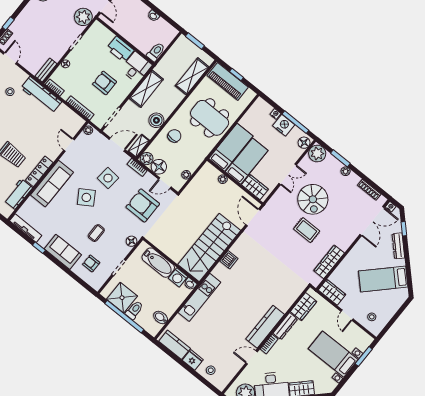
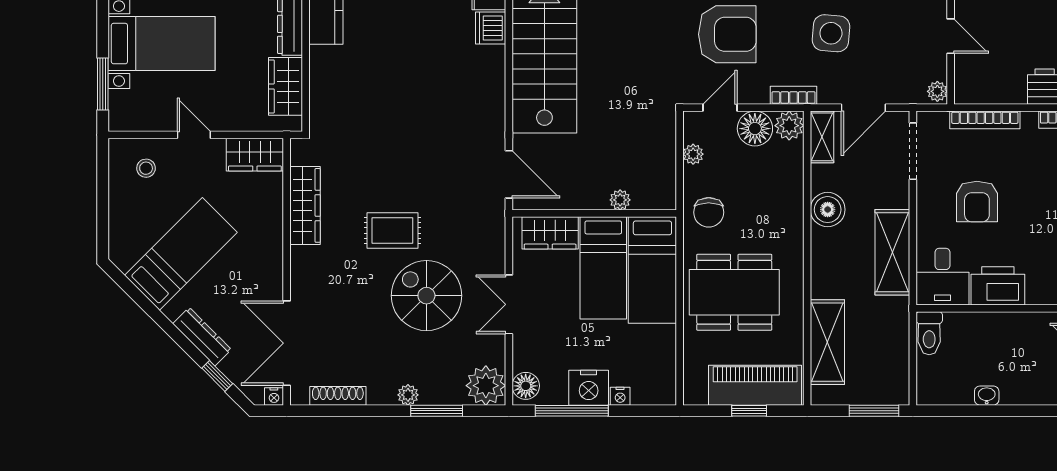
armchair: (105, 83) -> (977, 202), turned 90
chair: (174, 136) -> (709, 212), moved
dishwasher: (229, 260) -> (491, 28), moved

